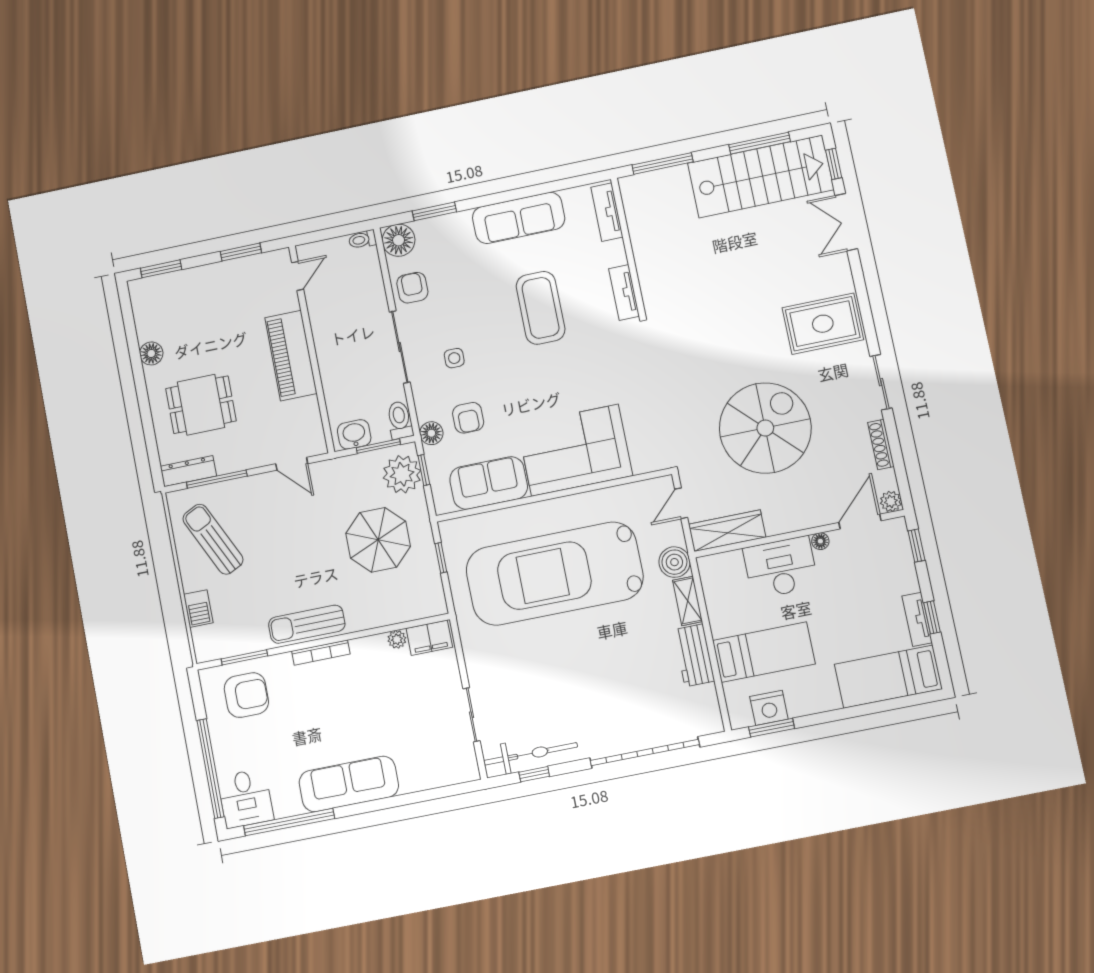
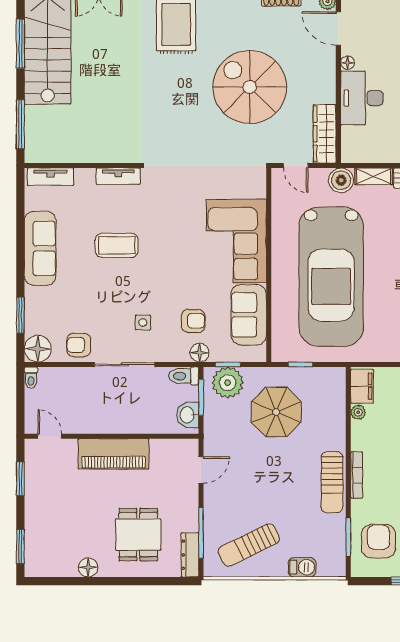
coffee table: (541, 308) -> (117, 245), width x0.73, depth x0.76

